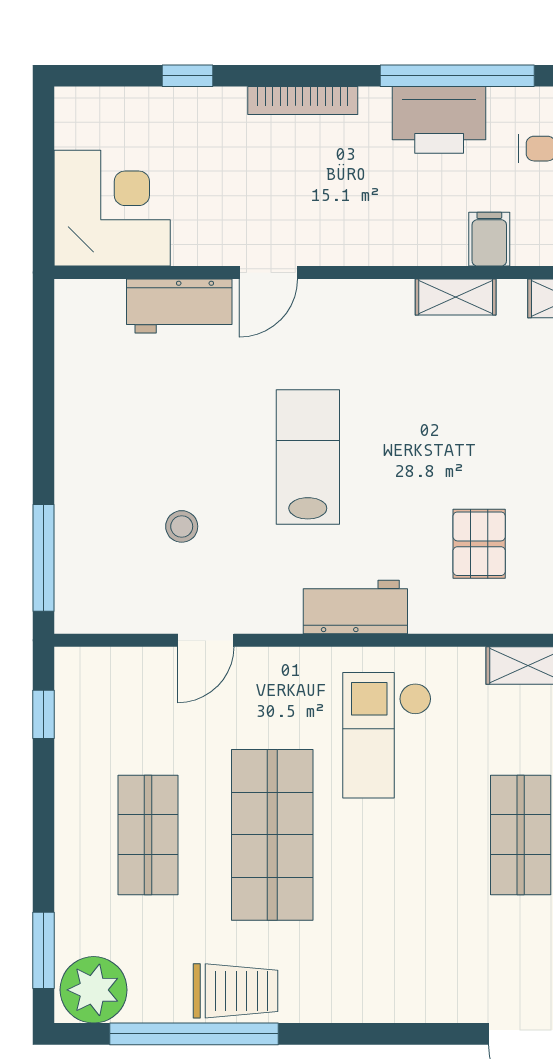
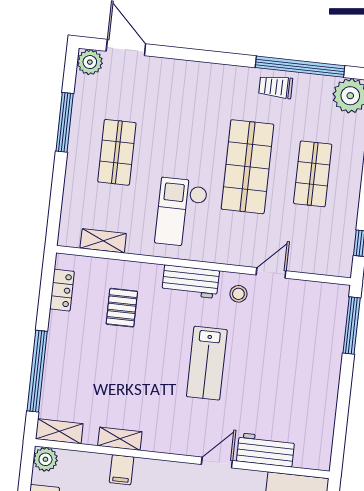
filing cabinet: (489, 239) -> (122, 470), moved
stool: (182, 526) -> (238, 294), moved
checkout: (387, 735) -> (181, 212), turned 180
trolley: (236, 991) -> (276, 87), width x0.73, depth x0.72

